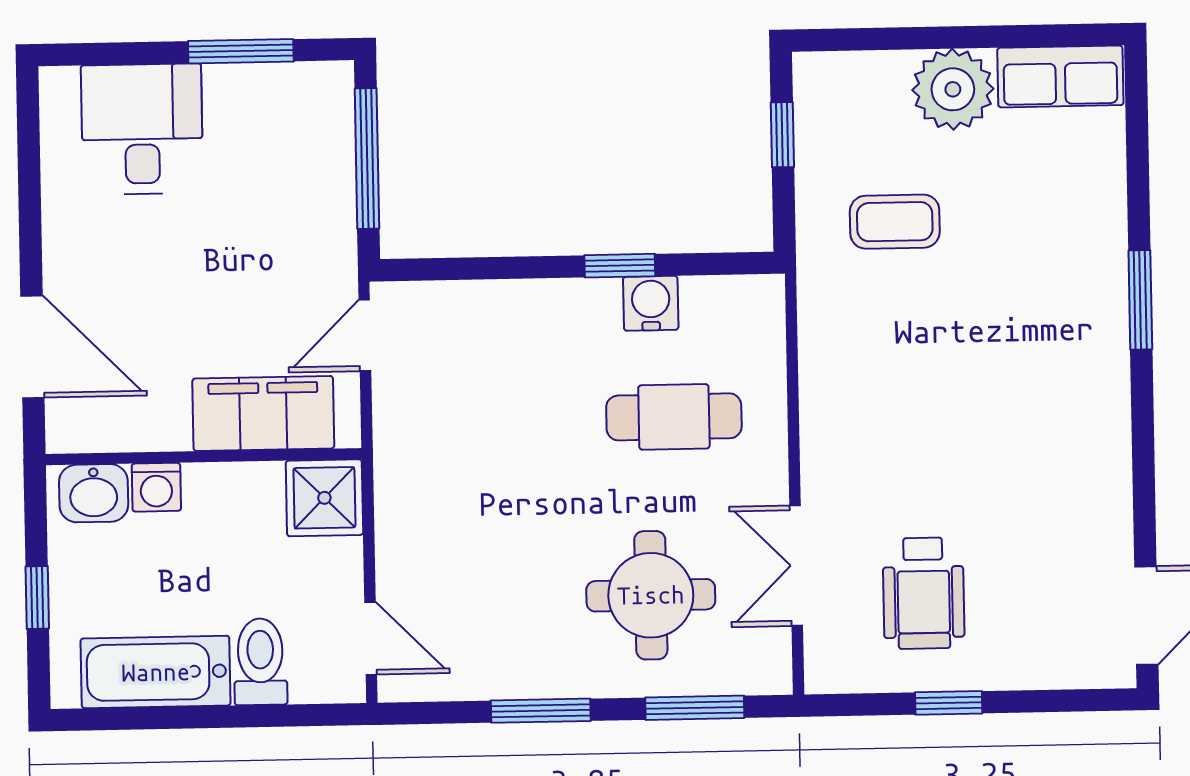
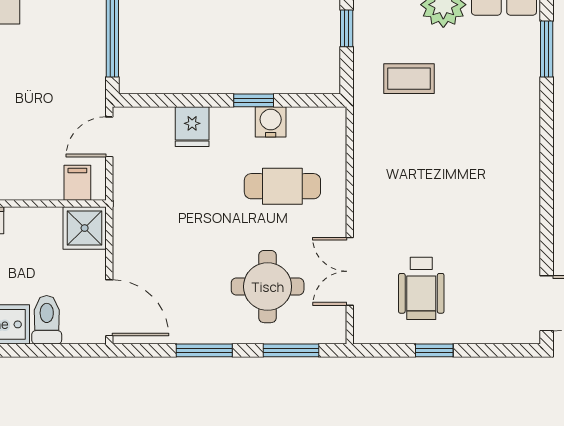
window: (1140, 300) -> (547, 49), moved
fridge: (512, 314) -> (192, 127), added
filing cabinet: (263, 413) -> (77, 183), width x0.33, depth x0.86
door: (371, 638) -> (109, 308), width x1.38

